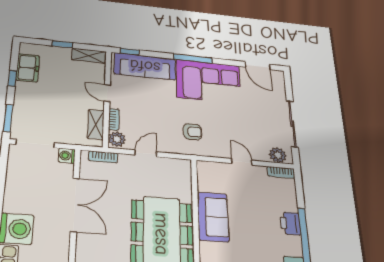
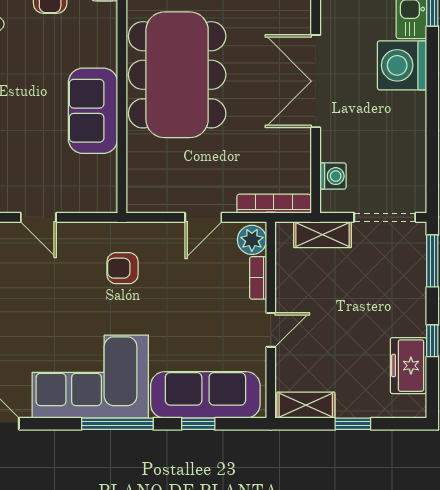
window: (130, 52) -> (198, 424), moved
door: (107, 93) -> (271, 330), hinge flipped
shelving: (96, 124) -> (322, 235), moved, turned 90
washing machine: (67, 156) -> (333, 176), moved
bookcase: (103, 157) -> (274, 204), width x1.56
double door: (75, 205) -> (316, 81), moved

